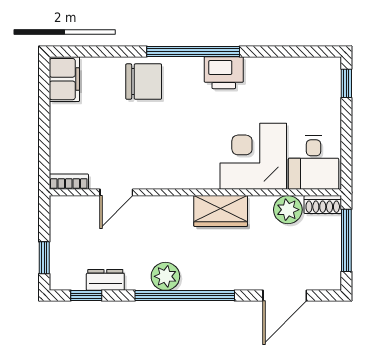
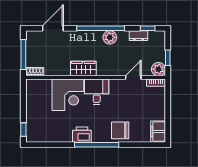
desk: (314, 162) -> (97, 92), moved
plant: (288, 210) -> (158, 69), moved
window: (44, 258) -> (168, 58), moved

